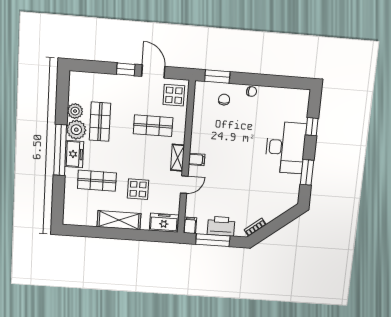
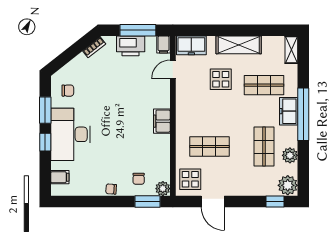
window: (126, 69) -> (275, 201), moved
plant: (201, 88) -> (163, 189), added
filing cabinet: (300, 107) -> (60, 177), added
window: (312, 127) -> (45, 142), moved
plant: (76, 130) -> (288, 185), moved
shelving: (177, 158) -> (291, 50), moved
filing cabinet: (197, 159) -> (162, 121), width x2.00
door: (184, 185) -> (173, 69), moved
chair: (284, 189) -> (68, 91), added

